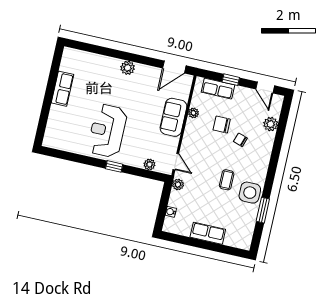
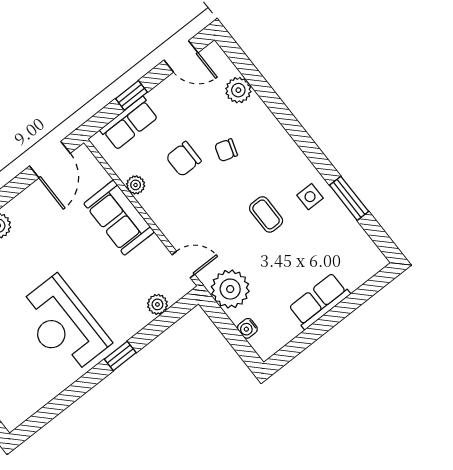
plant: (178, 185) -> (230, 289), width x1.88, depth x1.88
side table: (250, 193) -> (310, 197), width x0.54, depth x0.54

